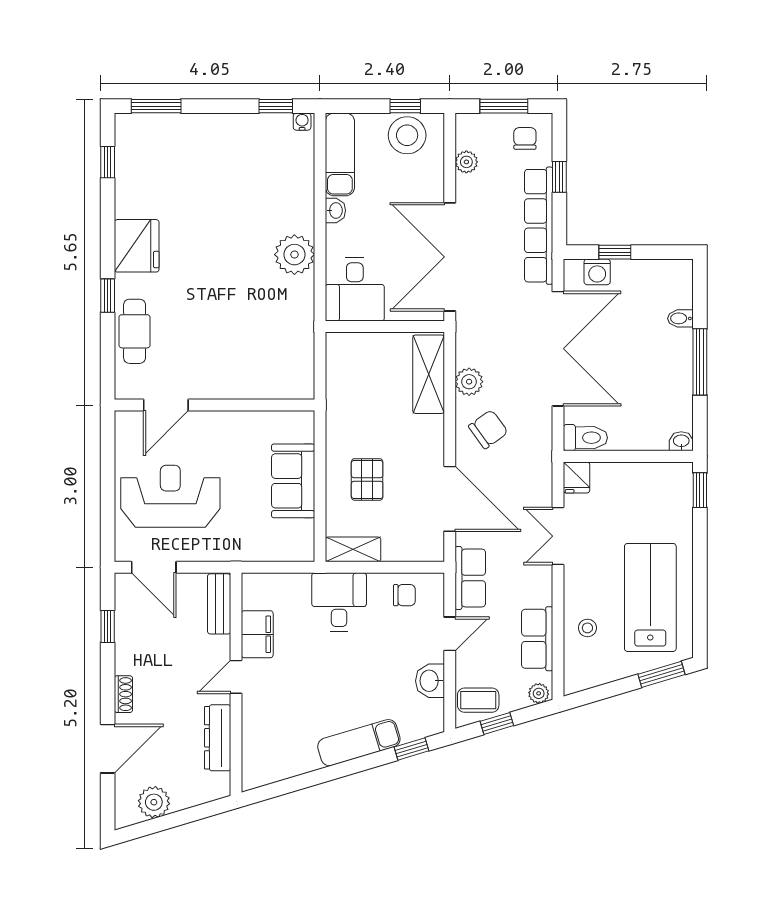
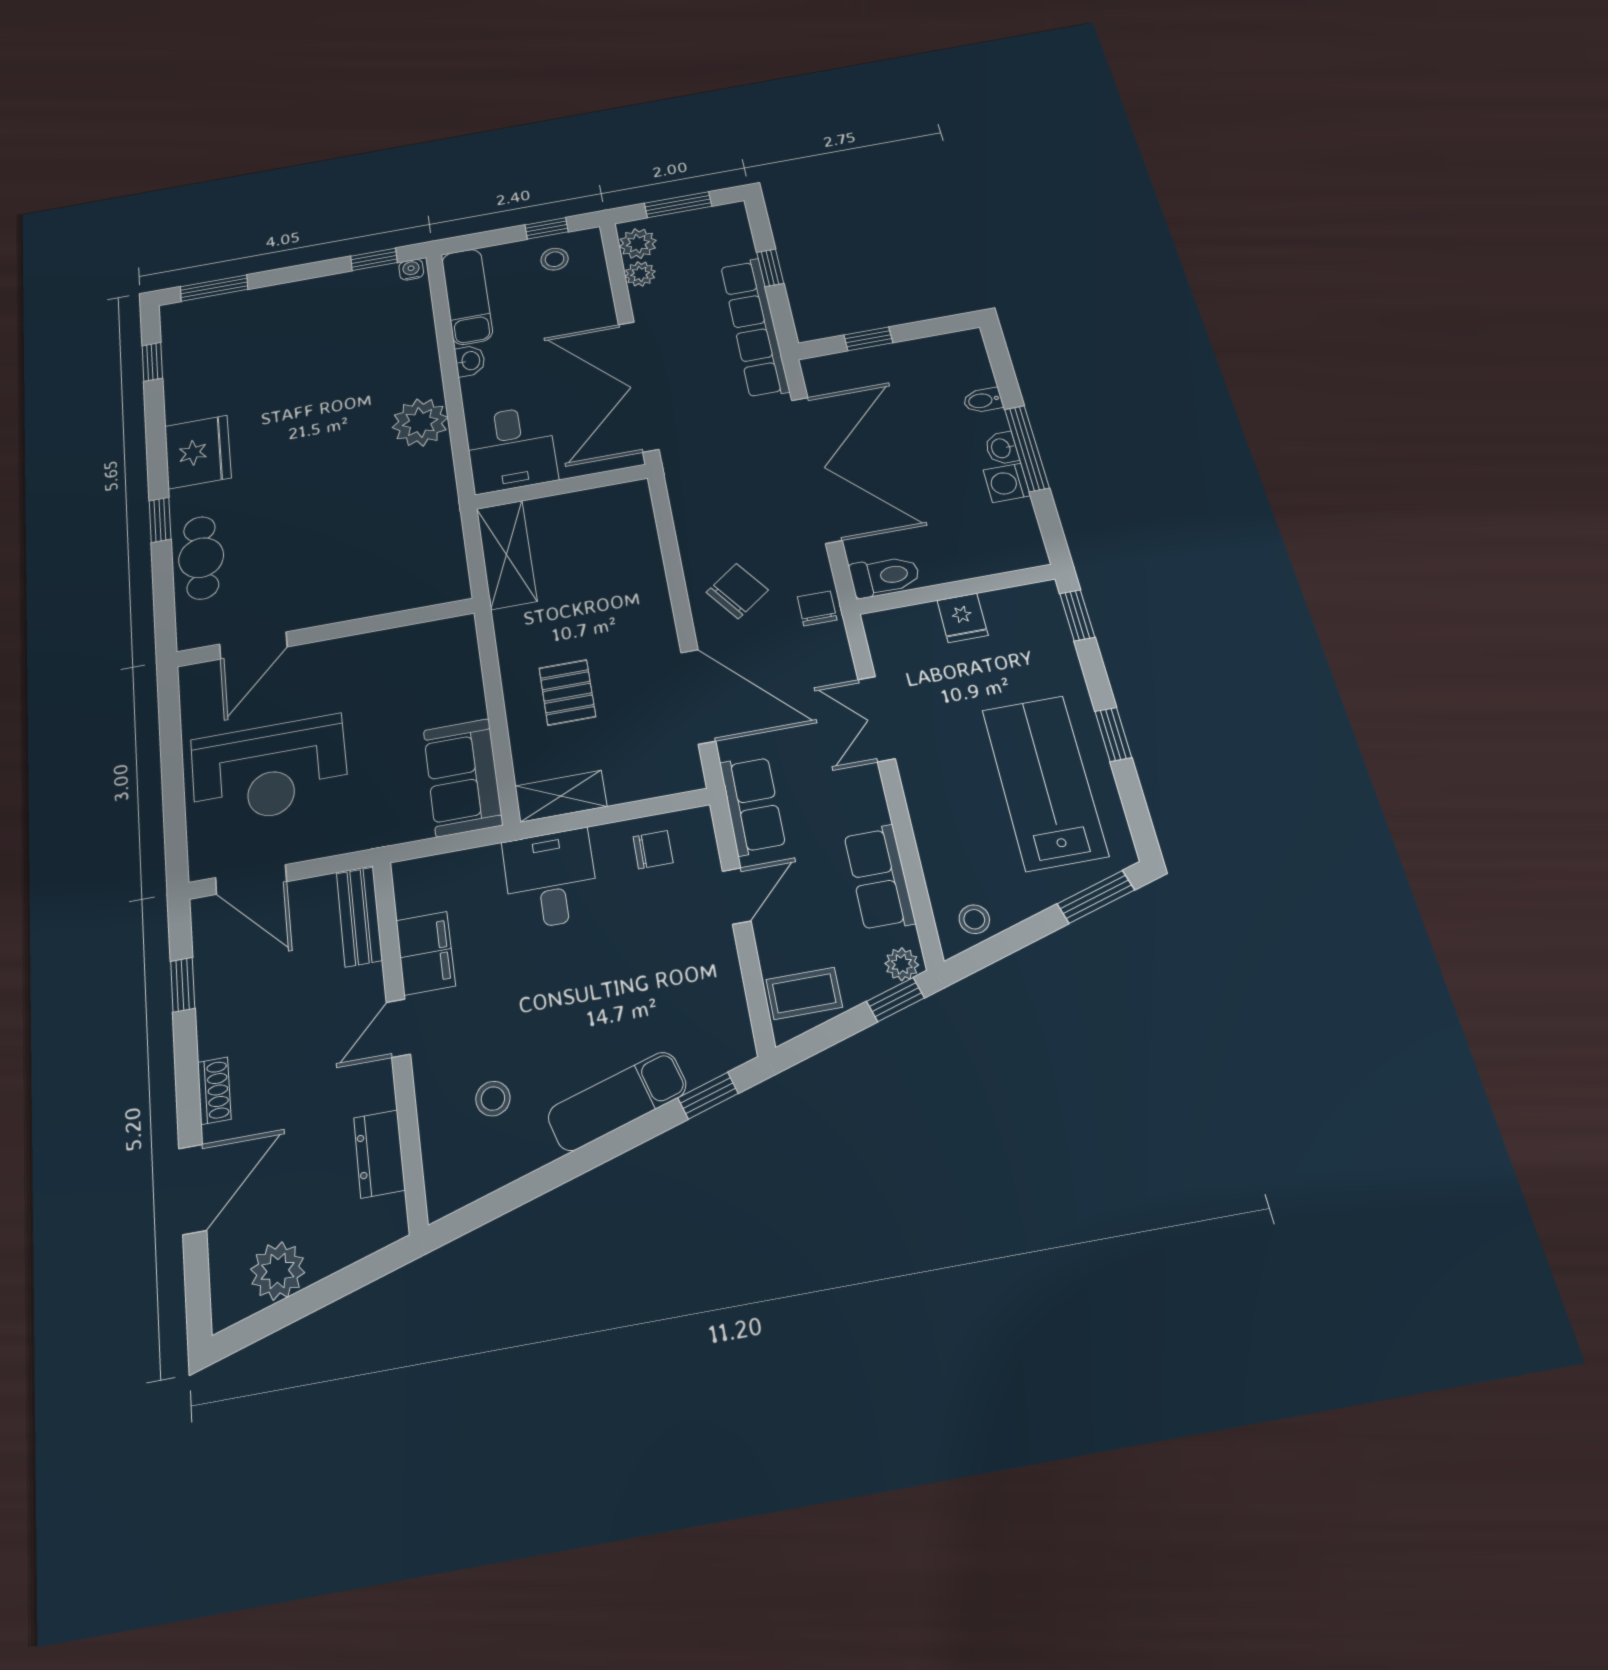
stool: (407, 135) -> (555, 259), width x0.53, depth x0.53
chair: (525, 138) -> (817, 608), moved
washing machine: (597, 272) -> (1007, 483), moved, turned 90
shelving: (429, 374) -> (506, 555), moved
plant: (469, 382) -> (638, 244), moved
washbasin: (681, 441) -> (1002, 448), moved, turned -90
fridge: (576, 477) -> (963, 618), moved
sofa: (293, 481) -> (463, 777), moved
reception desk: (170, 496) -> (269, 770), turned 180
window: (700, 575) -> (1113, 734), added
stool: (587, 628) -> (974, 919), moved
washbasin: (430, 681) -> (718, 976), removed
window: (497, 723) -> (896, 1000), moved
stool: (287, 728) -> (493, 1099), added
dresser: (218, 738) -> (379, 1154), width x0.70

